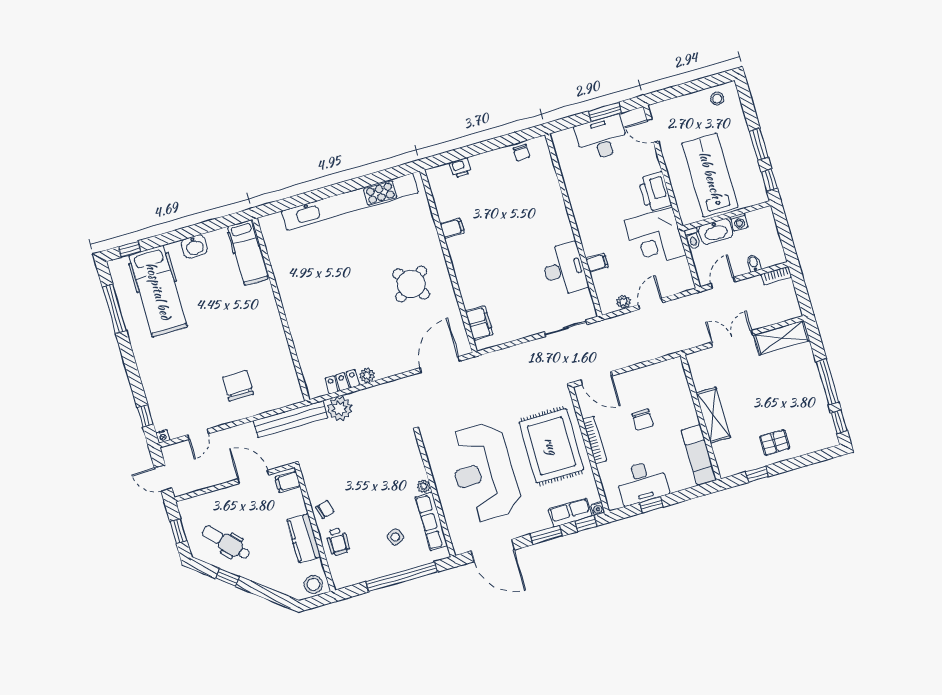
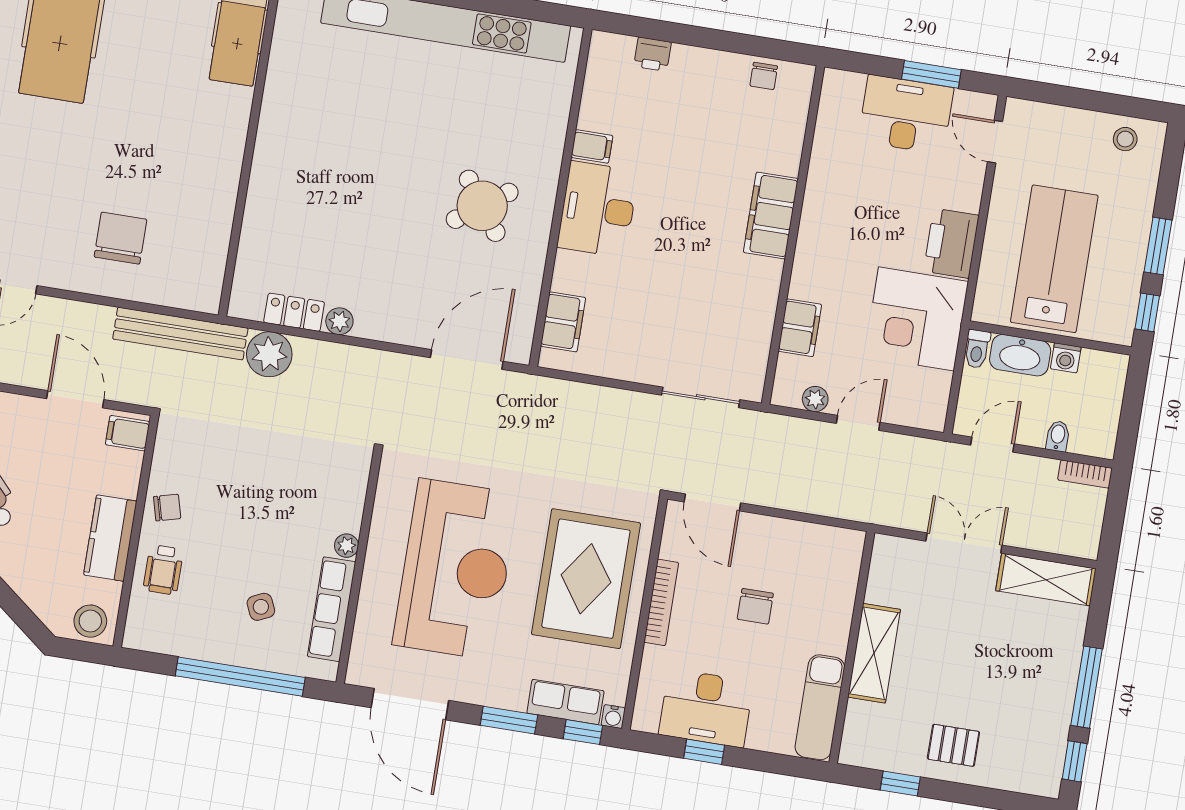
filing cabinet: (558, 221) -> (771, 216), added
filing cabinet: (597, 263) -> (800, 328), width x2.00
desk: (564, 269) -> (598, 209), moved, turned 180
reception desk: (484, 472) -> (456, 569), turned 180

